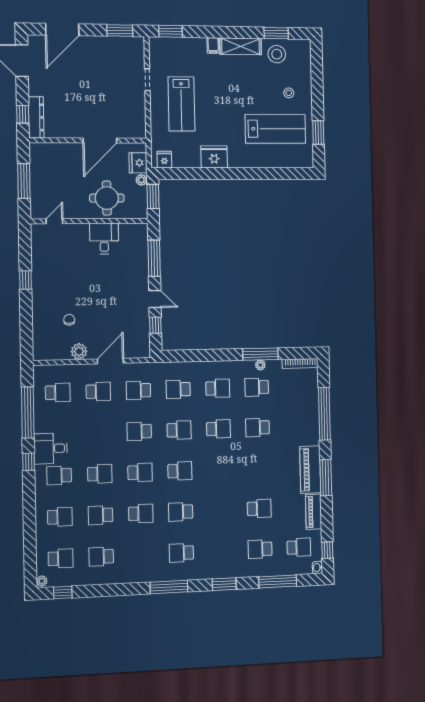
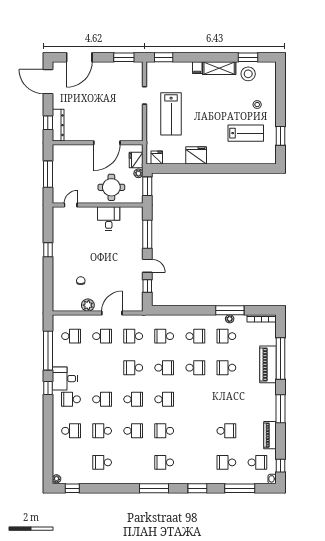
lab bench: (275, 129) -> (246, 133), width x0.73, depth x0.72
piano: (310, 470) -> (268, 364), moved
school desk: (61, 558) -> (71, 462), removed

